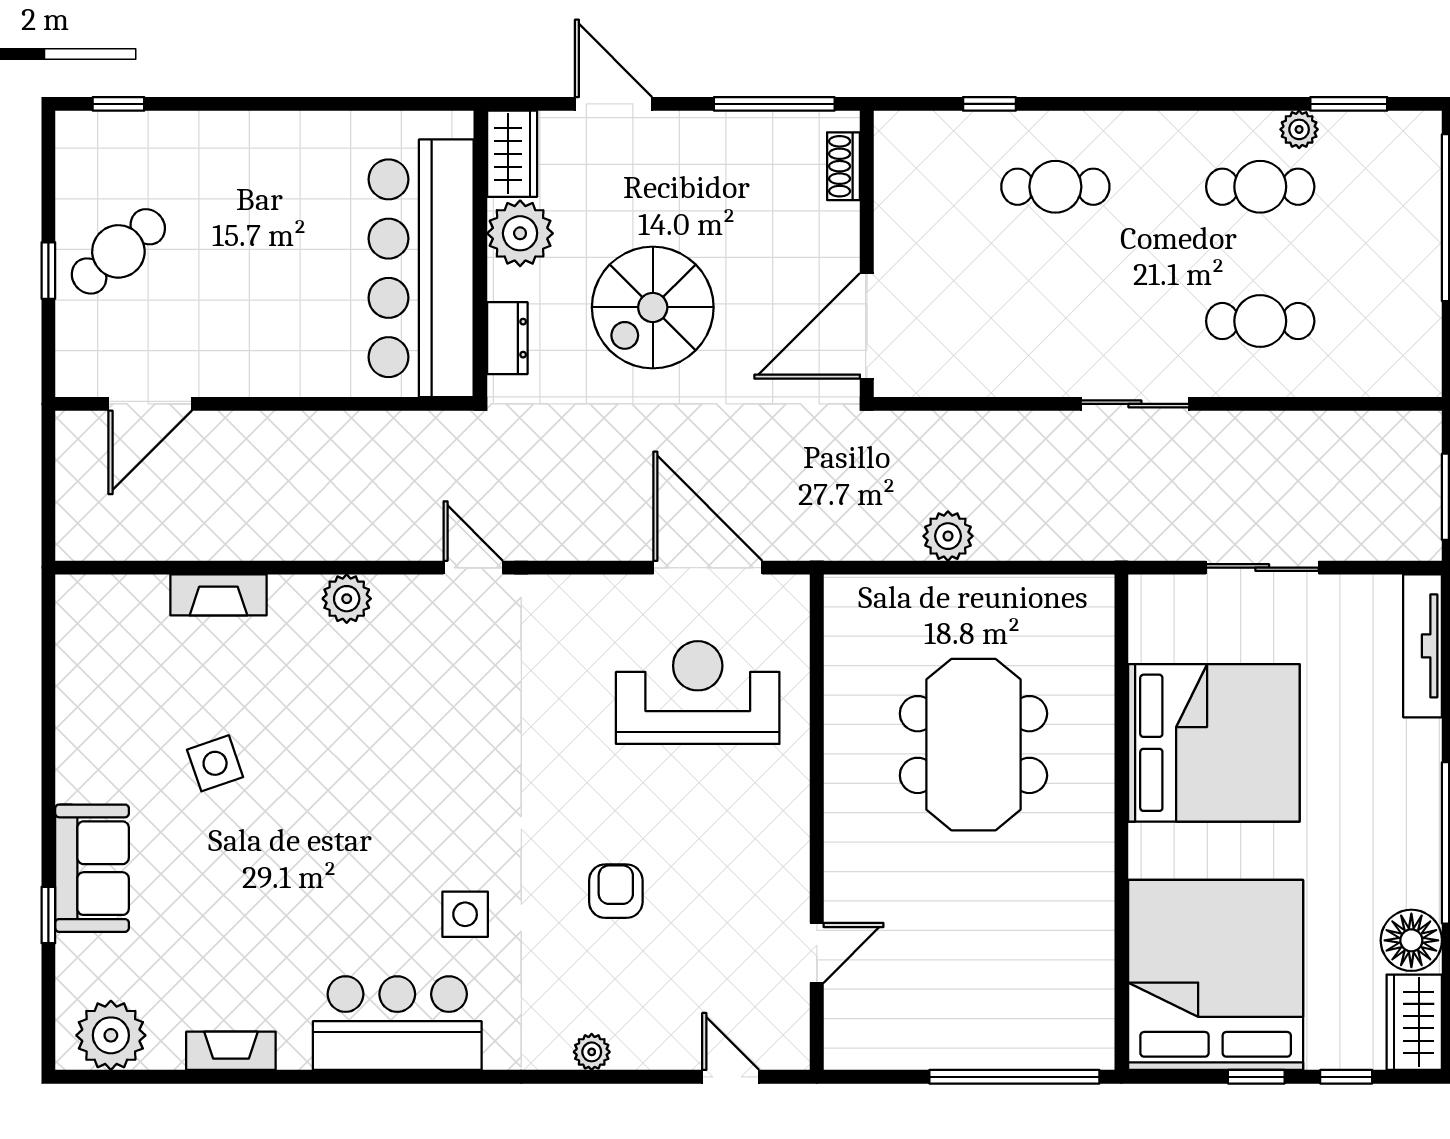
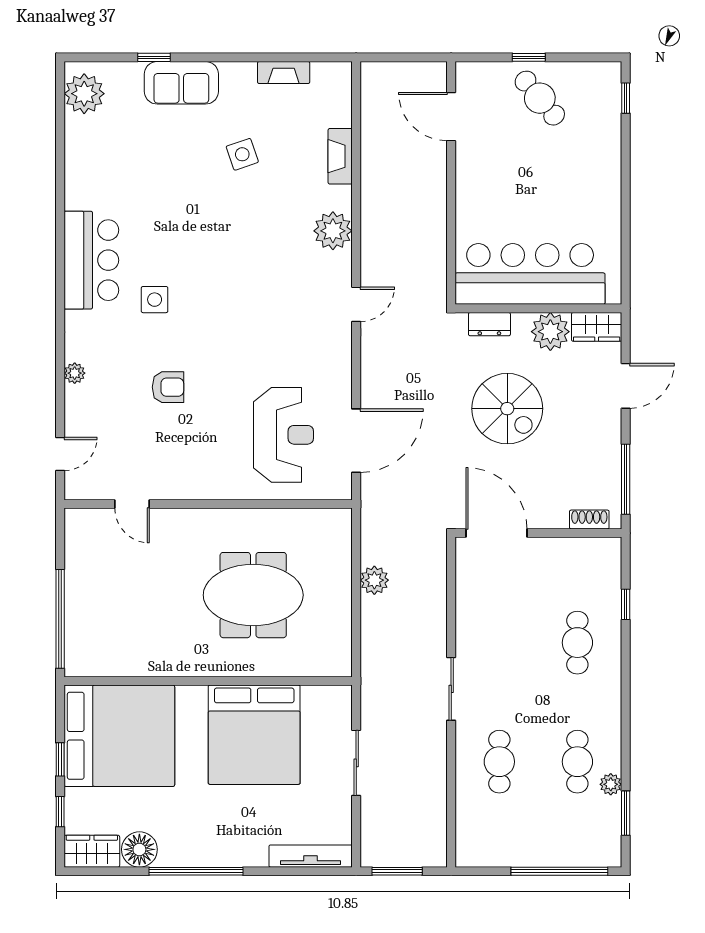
spiral stairs: (653, 307) -> (507, 409), turned 180
plant: (347, 599) -> (333, 231), width x1.36, depth x1.36
fireplace: (231, 1051) -> (284, 72), moved, turned 90

